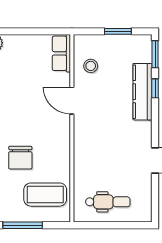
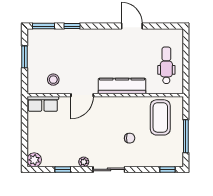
kitchen counter: (142, 92) -> (122, 86), moved, turned 180
chair: (20, 158) -> (130, 138), width x0.54, depth x0.54

